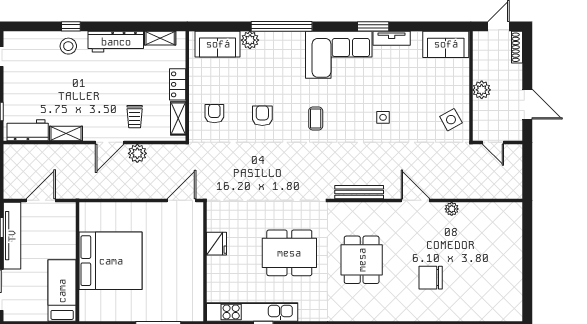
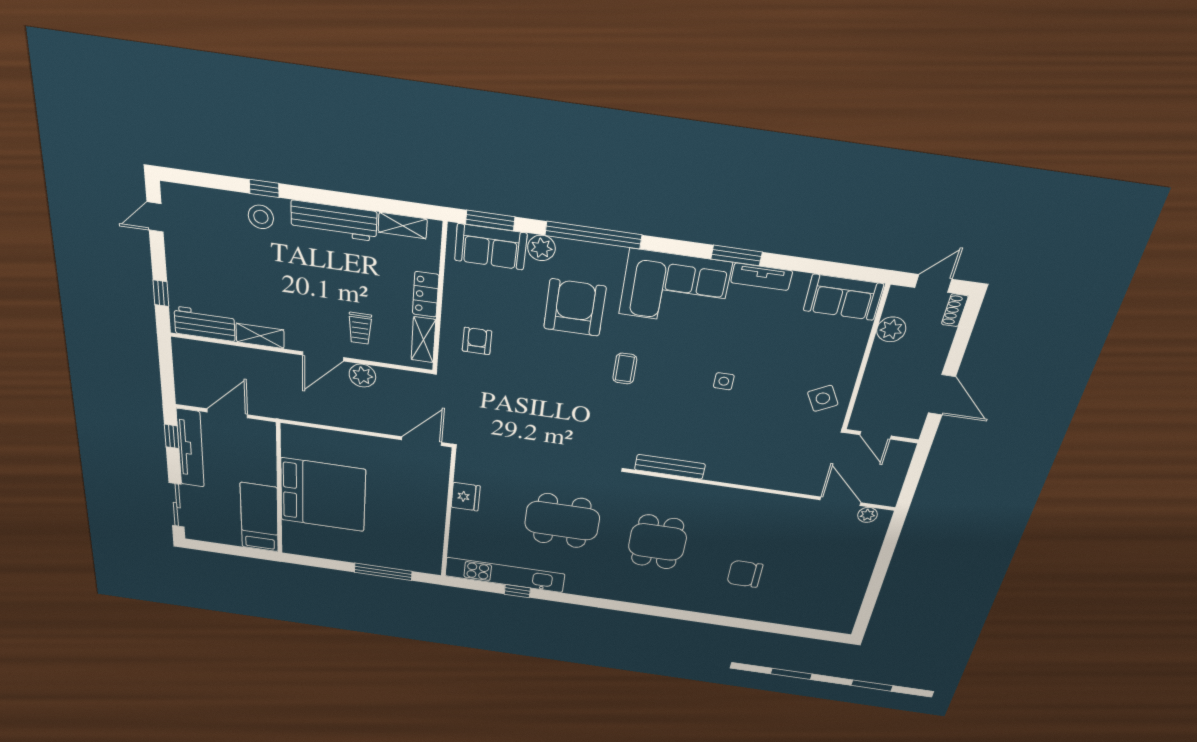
window: (216, 26) -> (490, 220), added
shoe rack: (517, 47) -> (955, 310), width x0.70
plant: (482, 90) -> (891, 329), moved
armchair: (262, 116) -> (575, 308), moved, width x1.88, depth x1.88
door: (415, 200) -> (840, 501), moved
plant: (452, 209) -> (867, 515), moved

